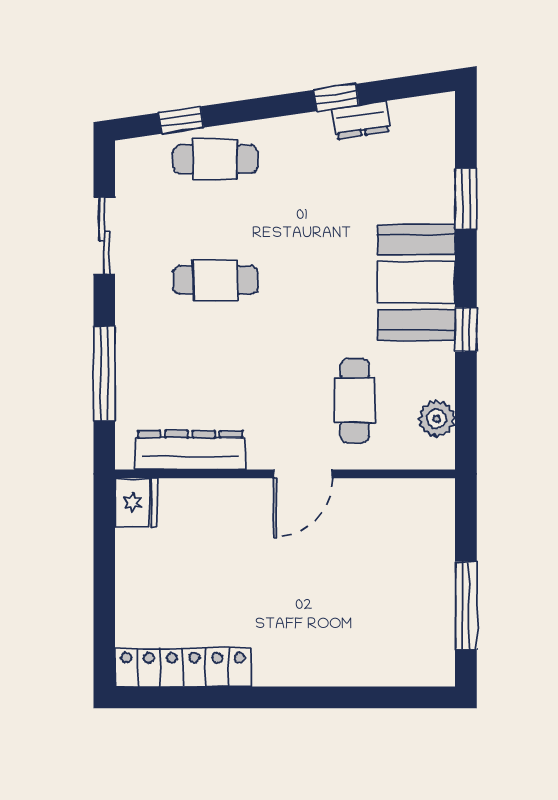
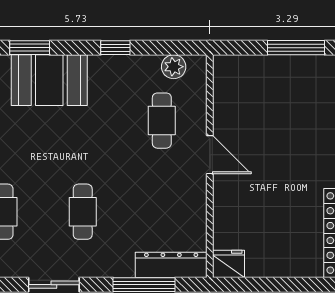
booth: (416, 282) -> (49, 80), moved
cafe table: (355, 401) -> (162, 121), turned 90
dresser: (190, 450) -> (171, 265), moved, turned 90

